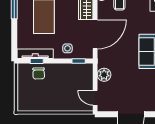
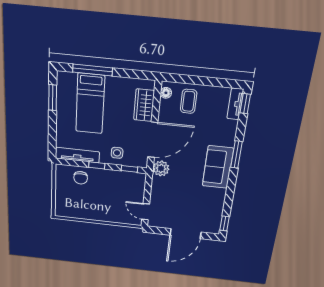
window: (37, 61) -> (97, 165), moved
plant: (104, 75) -> (161, 168), moved

